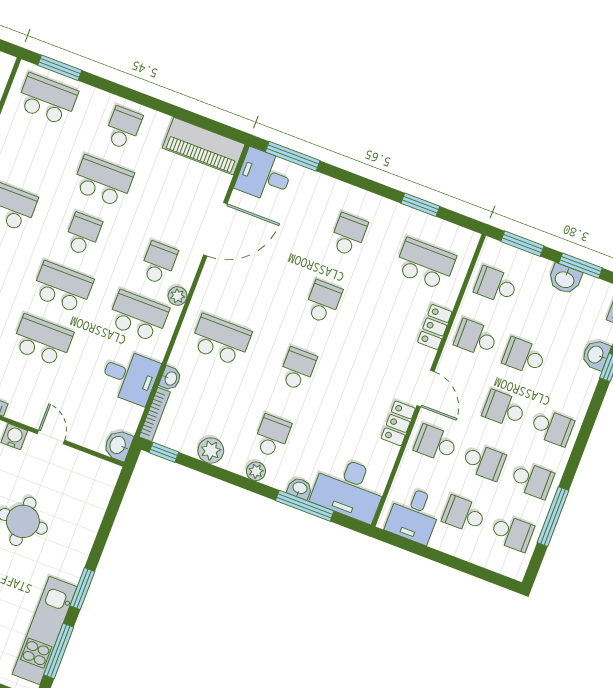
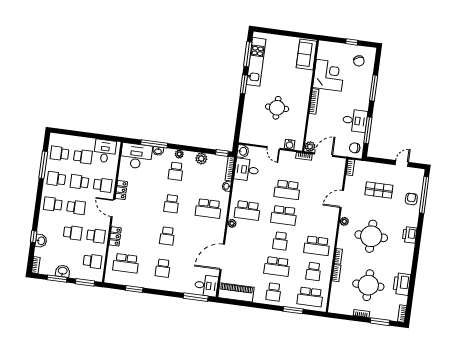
window: (60, 68) -> (293, 310), moved
school desk: (159, 263) -> (313, 271), moved
desk: (130, 377) -> (247, 170), moved

